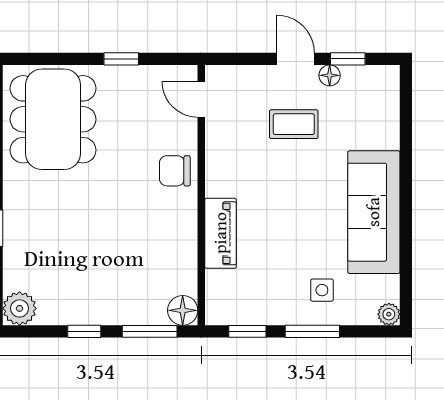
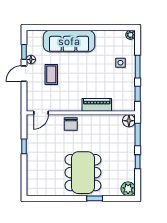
dining table: (53, 119) -> (83, 173), moved, turned 90
sofa: (374, 212) -> (69, 41), moved

